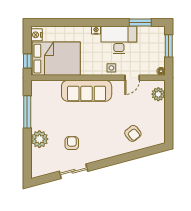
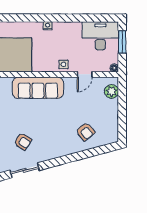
window: (140, 23) -> (93, 18), removed
desk: (119, 40) -> (100, 36), moved
armchair: (72, 143) -> (23, 141), turned 123

